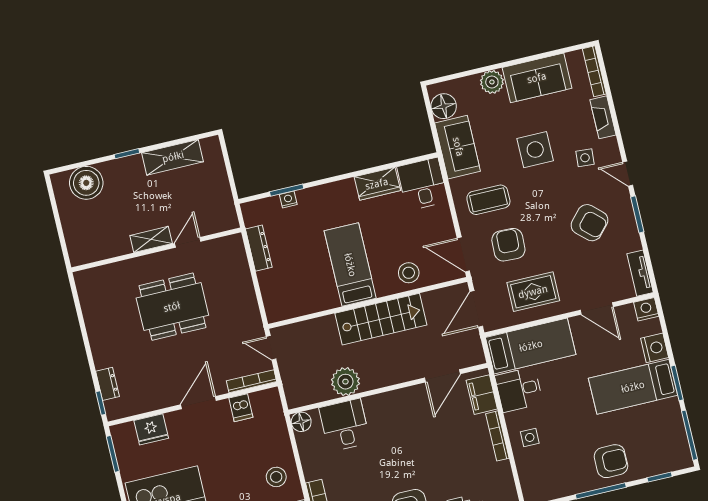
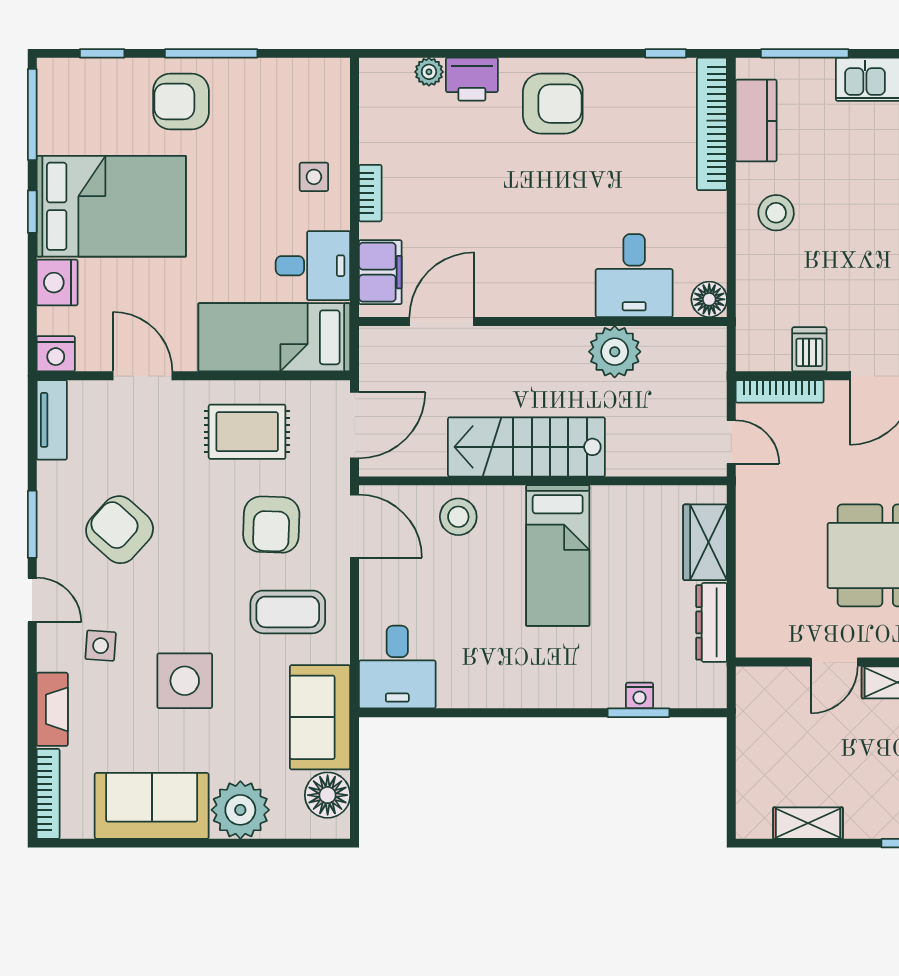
plant: (492, 82) -> (240, 810), width x1.36, depth x1.36
shelving: (173, 157) -> (808, 823), width x0.67, depth x0.75
wardrobe: (377, 184) -> (705, 542), moved, turned -90
window: (677, 383) -> (32, 212), width x0.67
bed: (633, 387) -> (111, 206), width x1.50
bookcase: (497, 436) -> (370, 193), width x0.64

